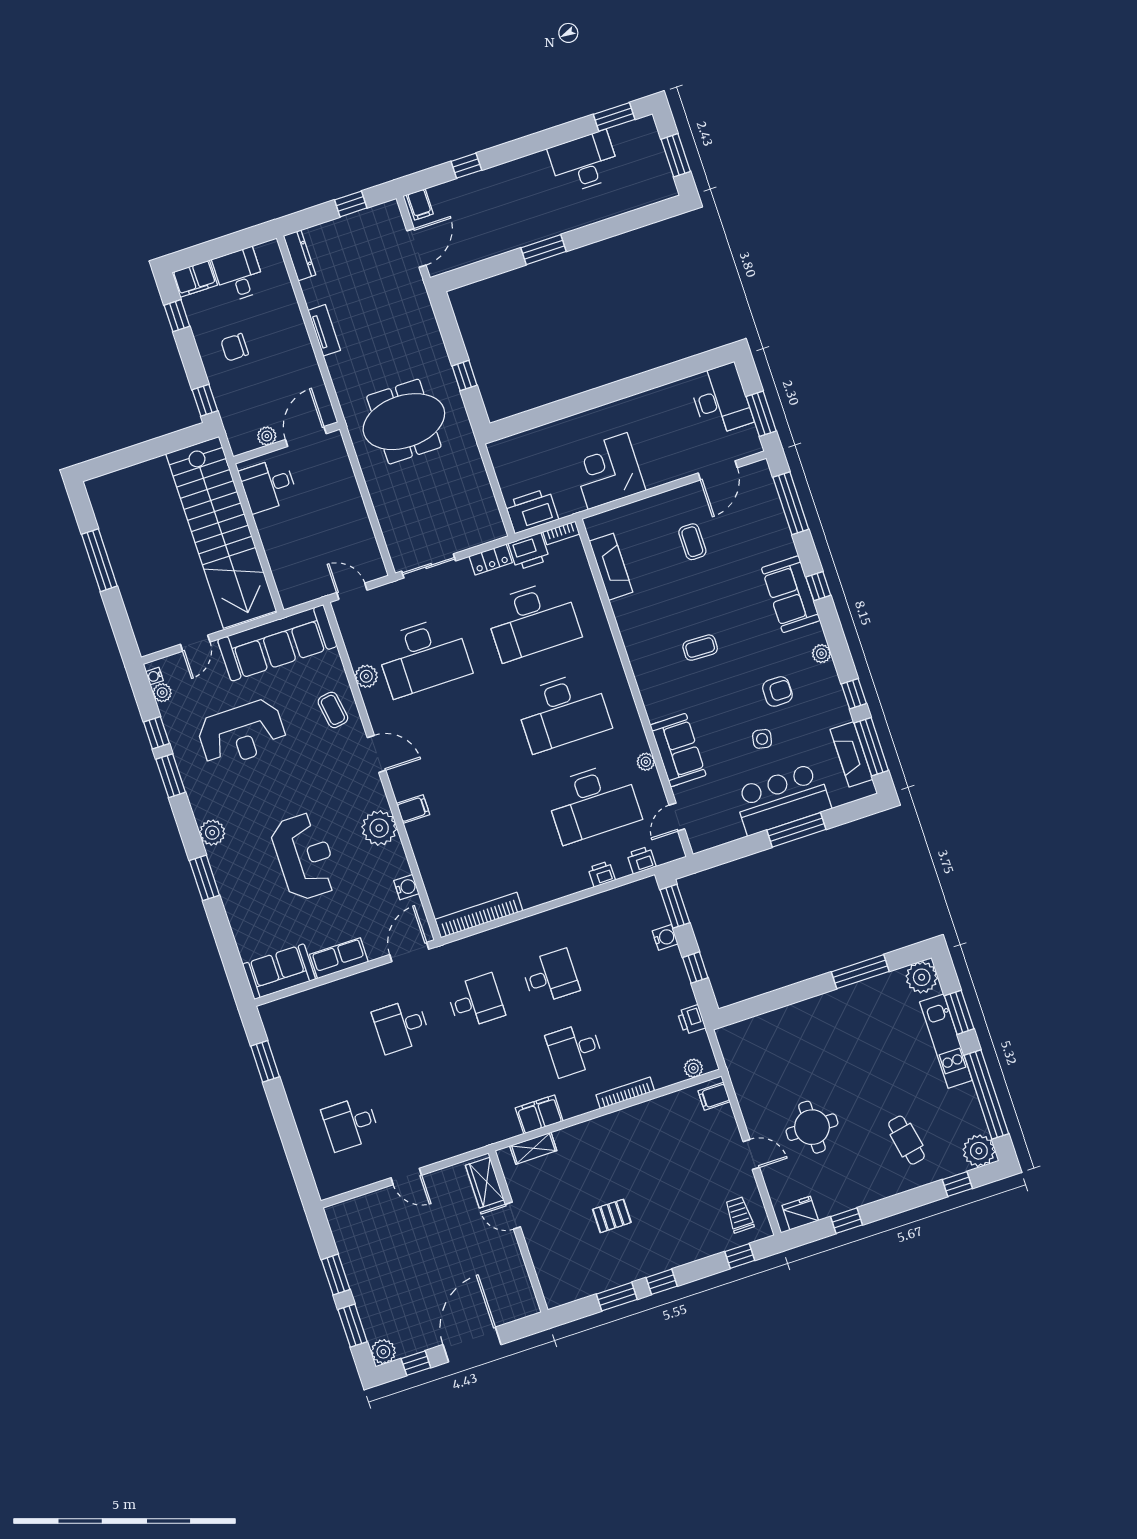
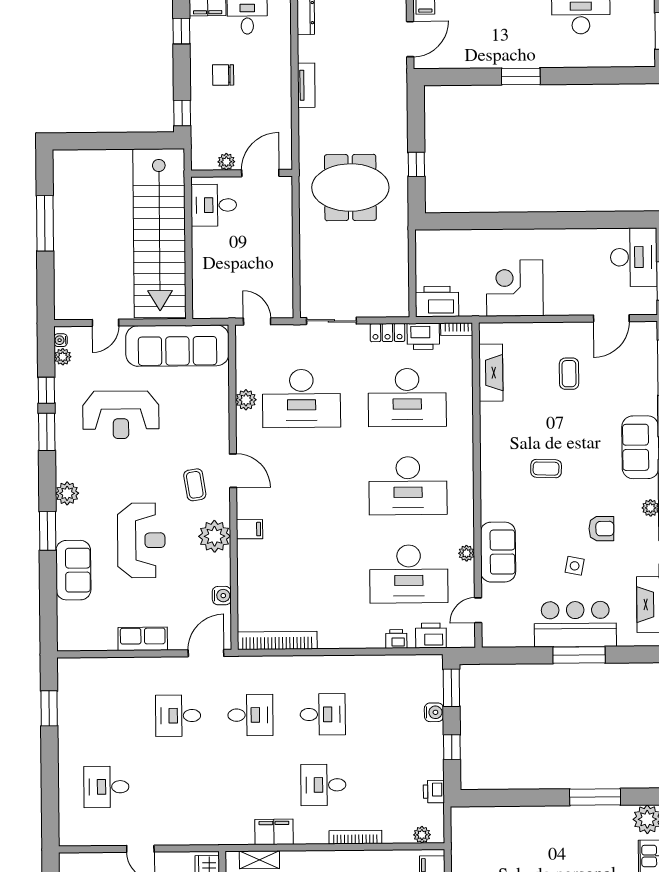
coffee table: (333, 710) -> (195, 485), moved
printer: (641, 860) -> (431, 636), width x1.36, depth x1.24
sofa: (279, 972) -> (73, 570), moved, turned 90

